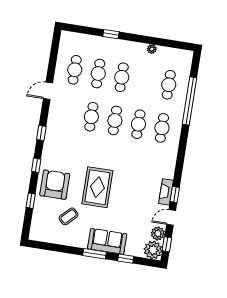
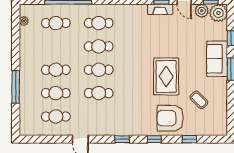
window: (111, 34) -> (16, 87), width x2.17
plant: (152, 49) -> (24, 21), moved
rug: (97, 187) -> (166, 76), turned 90

